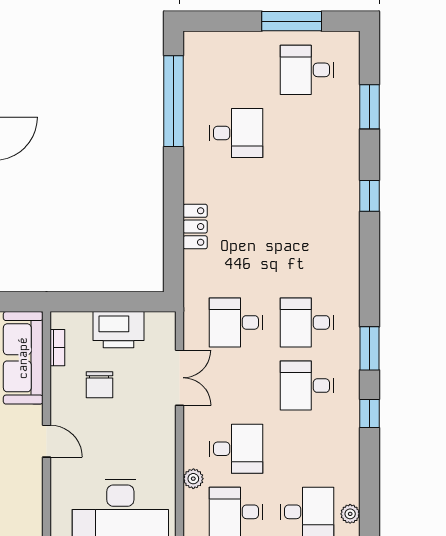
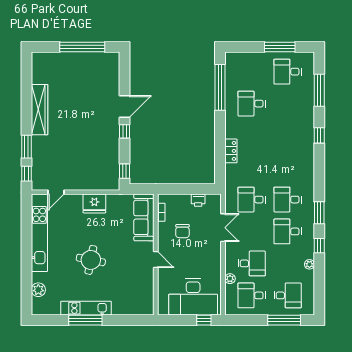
window: (369, 107) -> (319, 90), width x1.44
desk: (236, 133) -> (252, 104), turned 180
printer: (119, 330) -> (198, 200), width x0.53, depth x0.68
plant: (350, 514) -> (309, 264), moved

